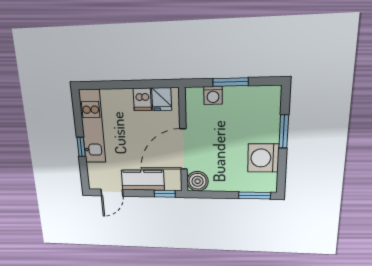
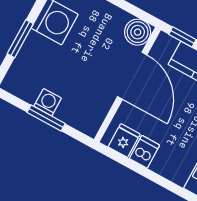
washing machine: (213, 95) -> (48, 102), moved
door: (184, 149) -> (132, 76), hinge flipped

